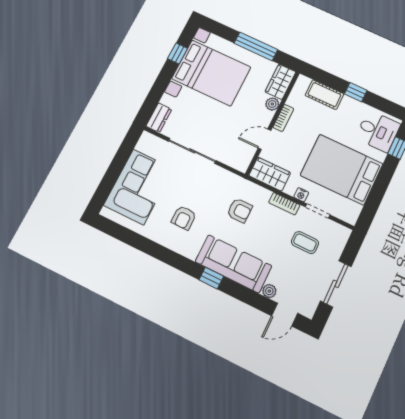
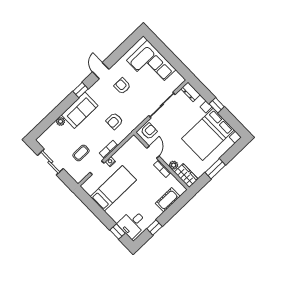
window: (256, 46) -> (215, 169), width x0.69
window: (178, 54) -> (217, 105), moved
window: (356, 92) -> (154, 228), moved
armchair: (236, 155) -> (149, 131), added
bed: (342, 170) -> (113, 188), width x0.67
wardrobe: (270, 174) -> (130, 147), removed
sofa: (233, 264) -> (80, 110), width x0.73
door: (285, 315) -> (101, 71), moved

